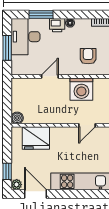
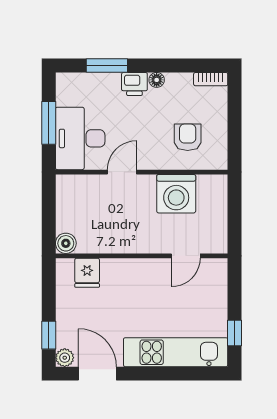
desk: (25, 37) -> (80, 138), moved
fridge: (36, 138) -> (87, 273), width x0.53, depth x0.75

